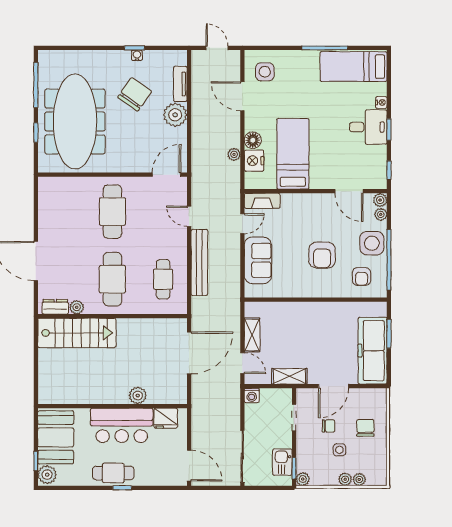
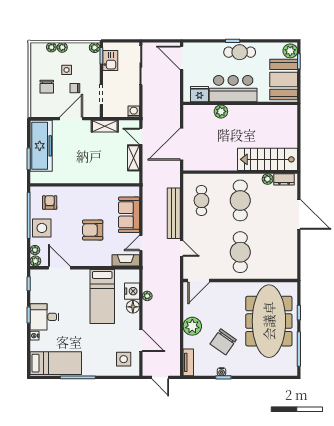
tv unit: (180, 84) -> (188, 362), moved
armchair: (322, 255) -> (93, 230), moved, turned -90

